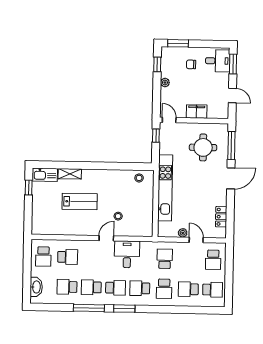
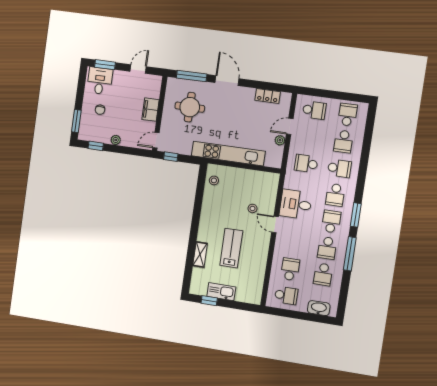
kitchen sink: (45, 175) -> (221, 292), moved, turned -90

